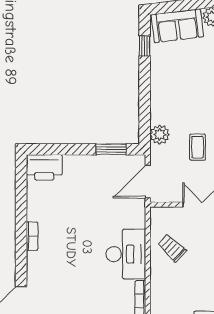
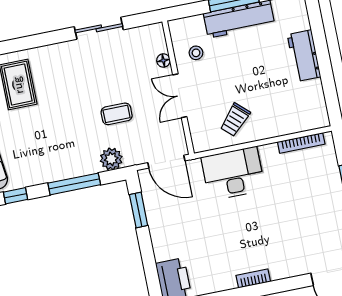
window: (145, 98) -> (74, 184), added
desk: (126, 254) -> (233, 174), moved

